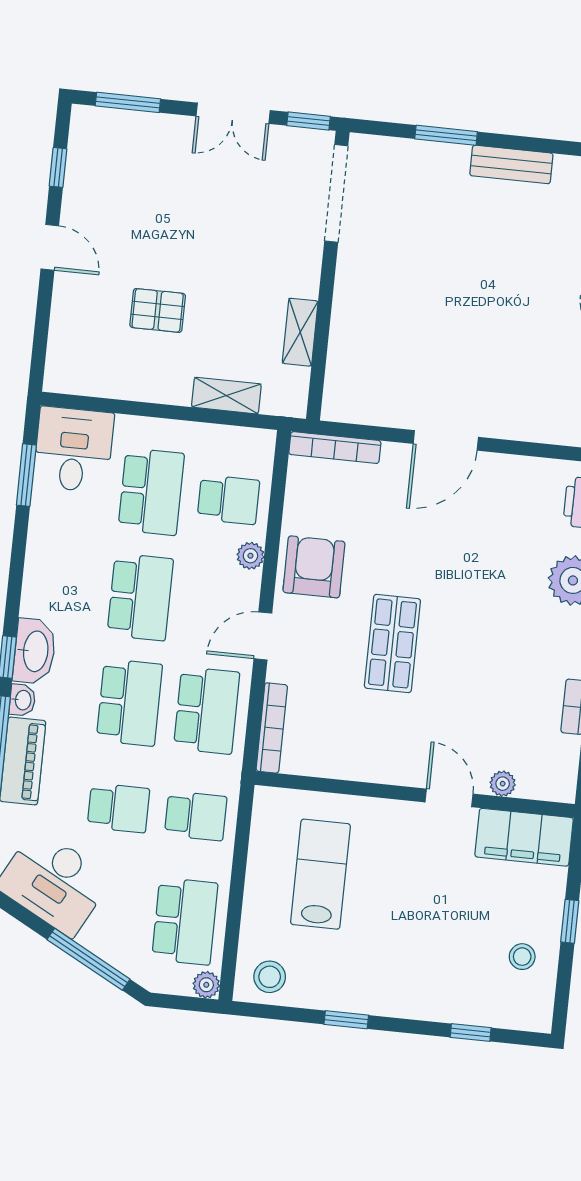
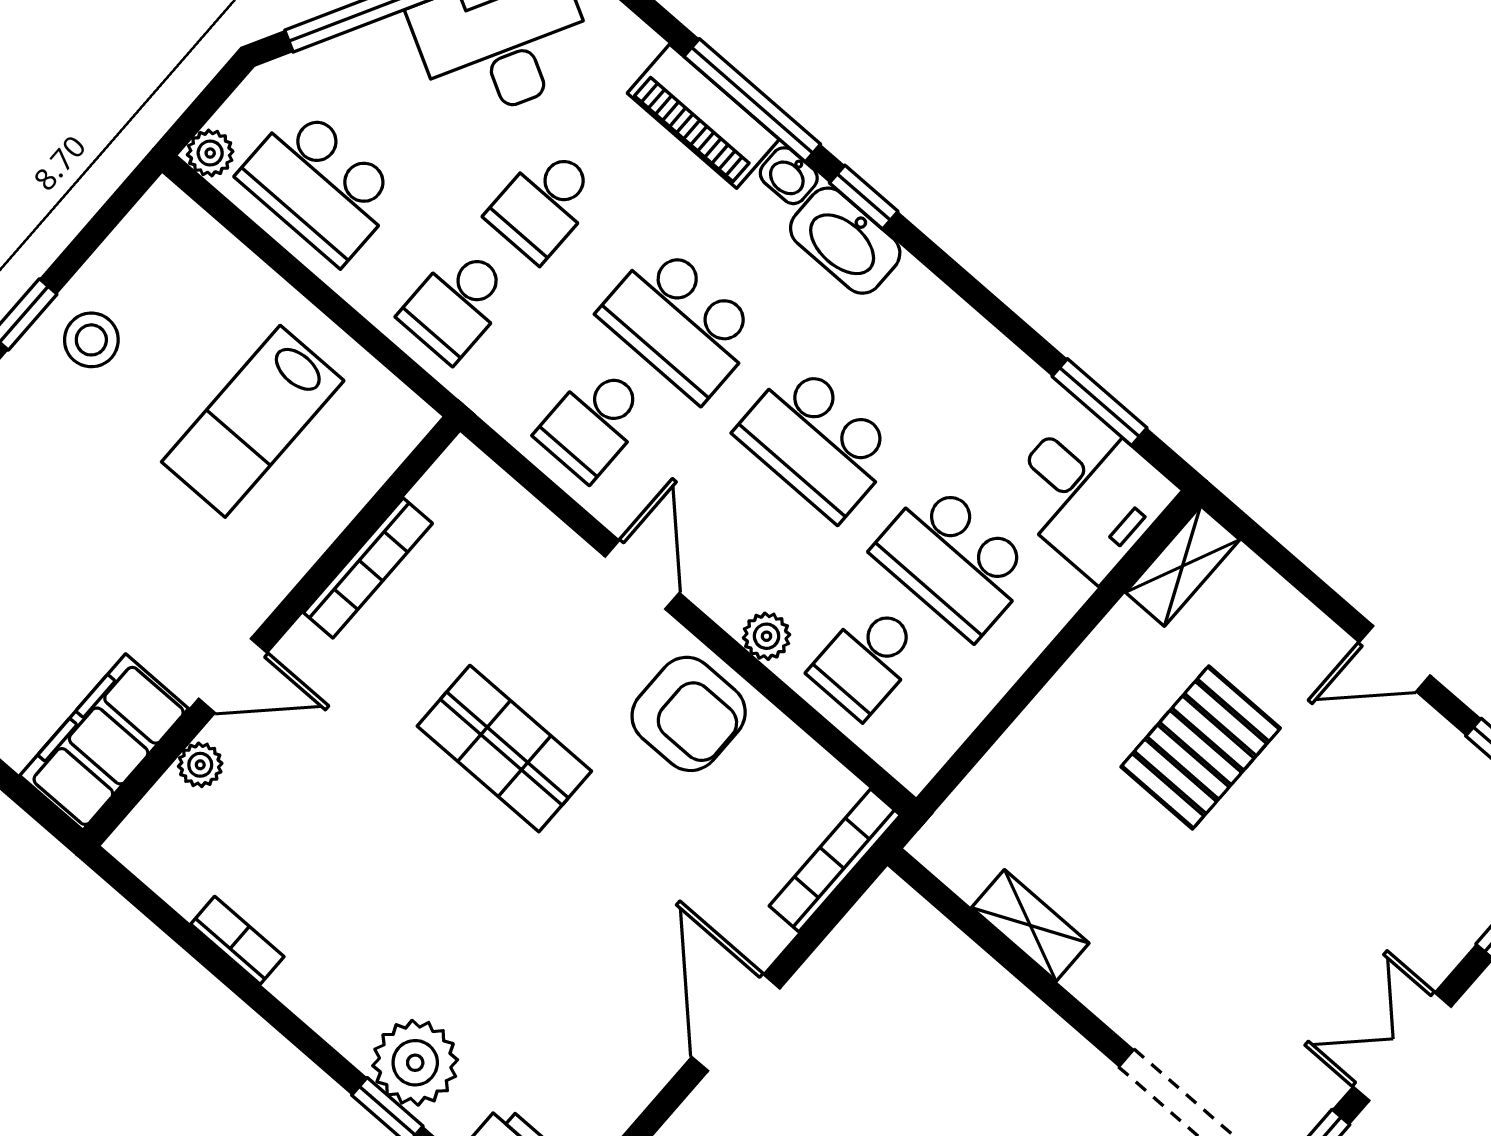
pallet: (158, 310) -> (1201, 747), width x1.50, depth x1.42
shelving: (226, 396) -> (1183, 566), moved
school desk: (207, 710) -> (593, 423), width x0.54
bookcase: (272, 728) -> (368, 568), moved, turned -90
lab bench: (320, 874) -> (253, 421), turned 90
stool: (270, 977) -> (91, 340), moved

